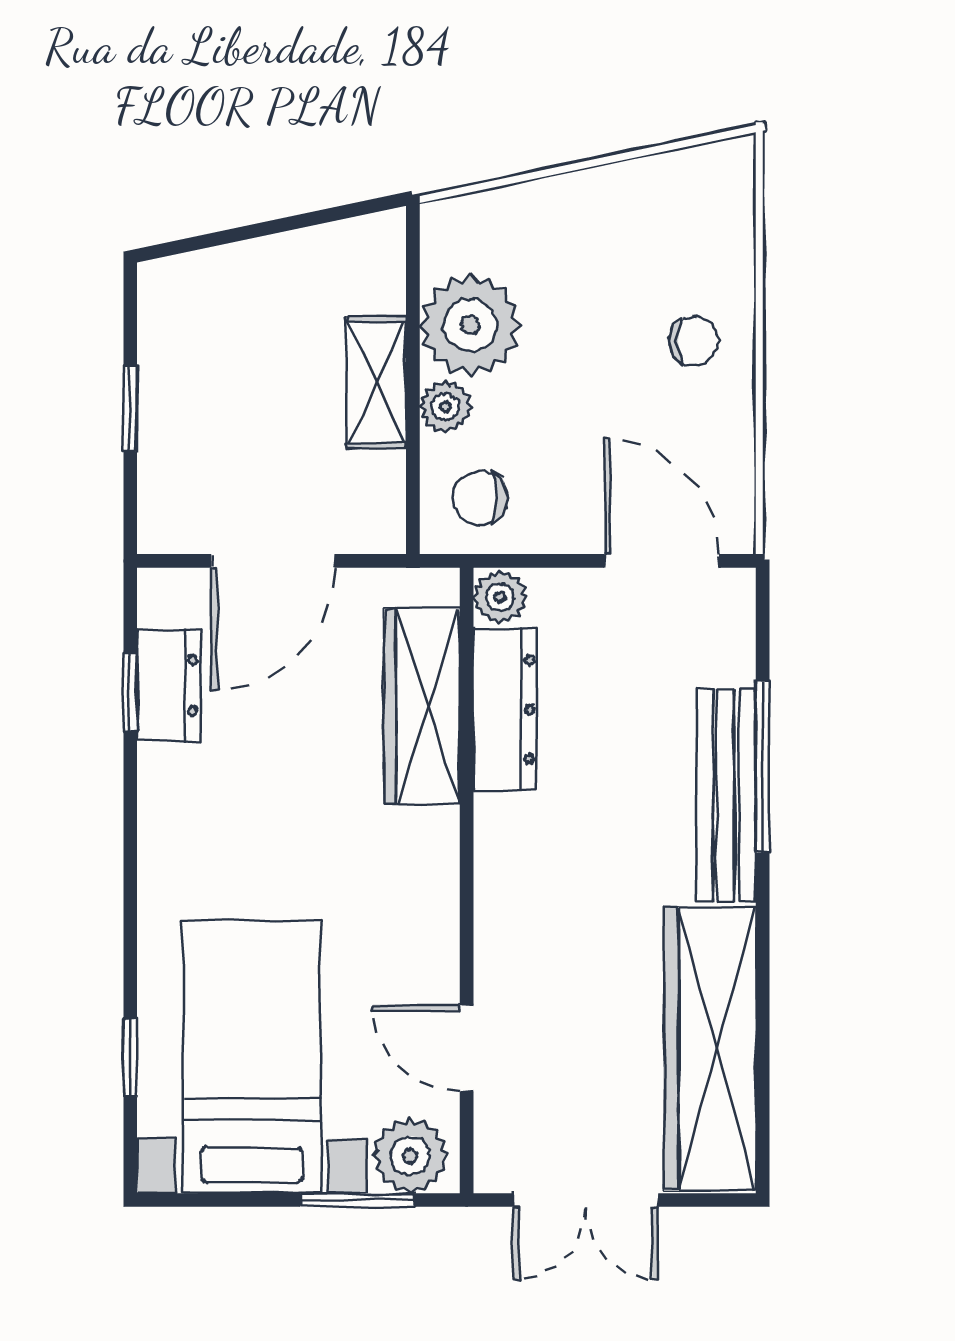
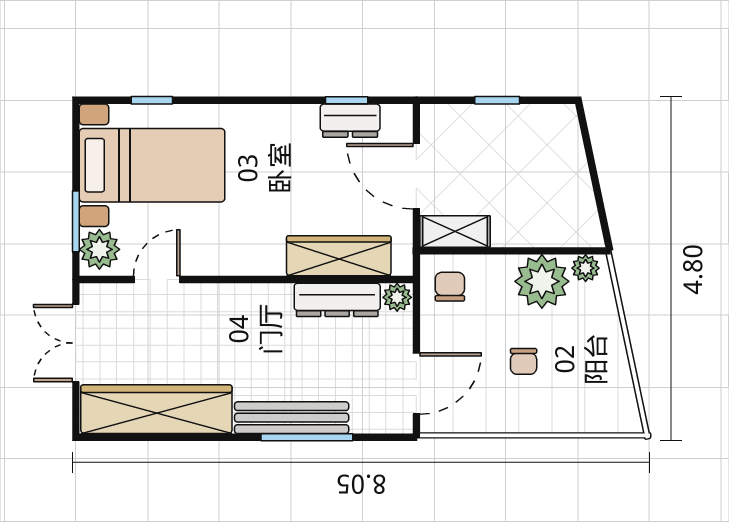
chair: (693, 341) -> (524, 361), moved
shelving: (376, 382) -> (455, 231), moved
plant: (445, 407) -> (586, 268), moved

